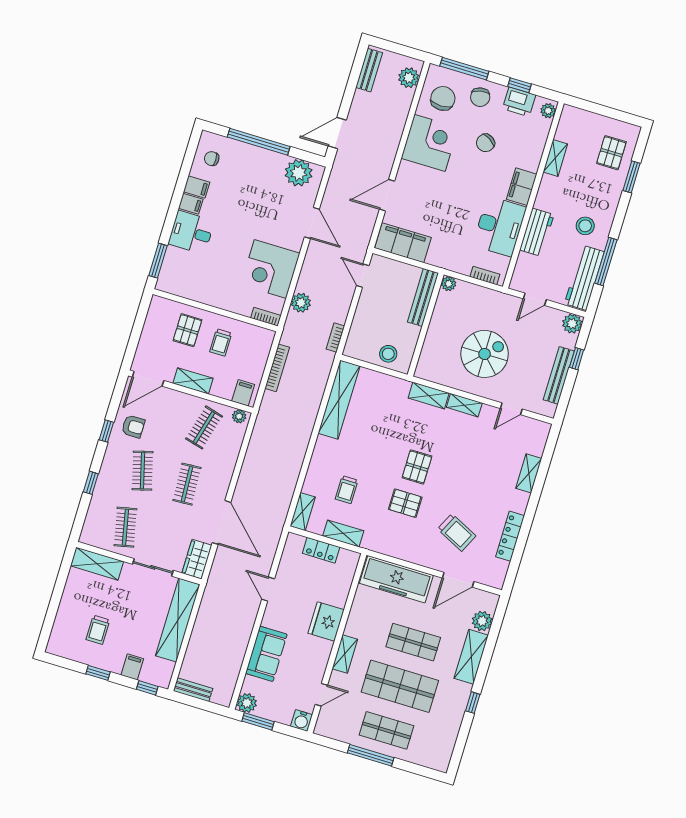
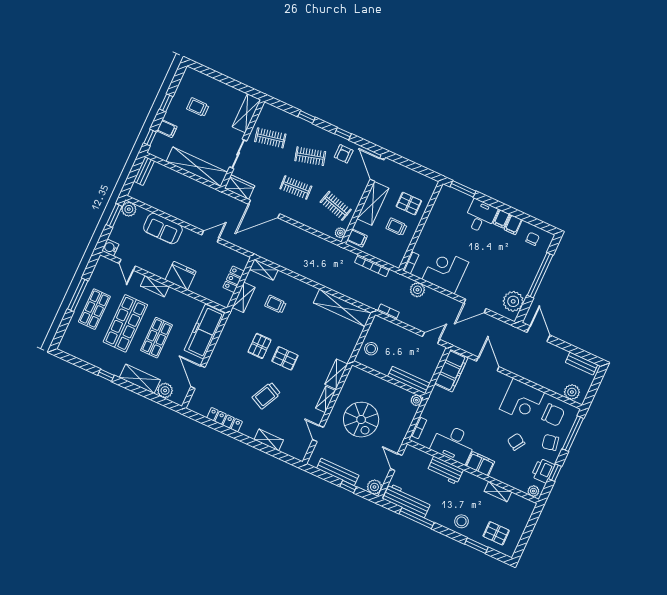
stool: (585, 226) -> (461, 521), moved
shelving: (193, 381) -> (373, 203), width x1.50, depth x1.33
trolley: (457, 532) -> (266, 396), moved

